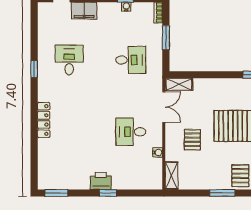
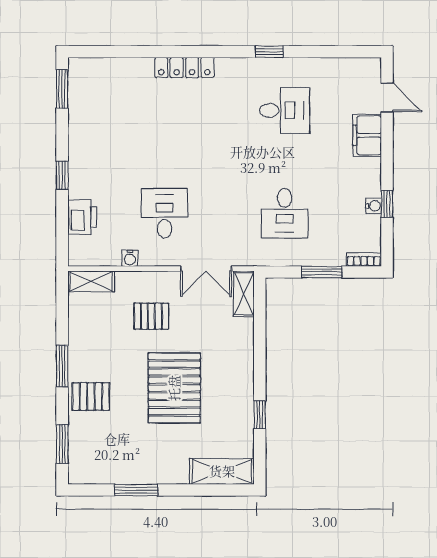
printer: (101, 181) -> (82, 217), moved

